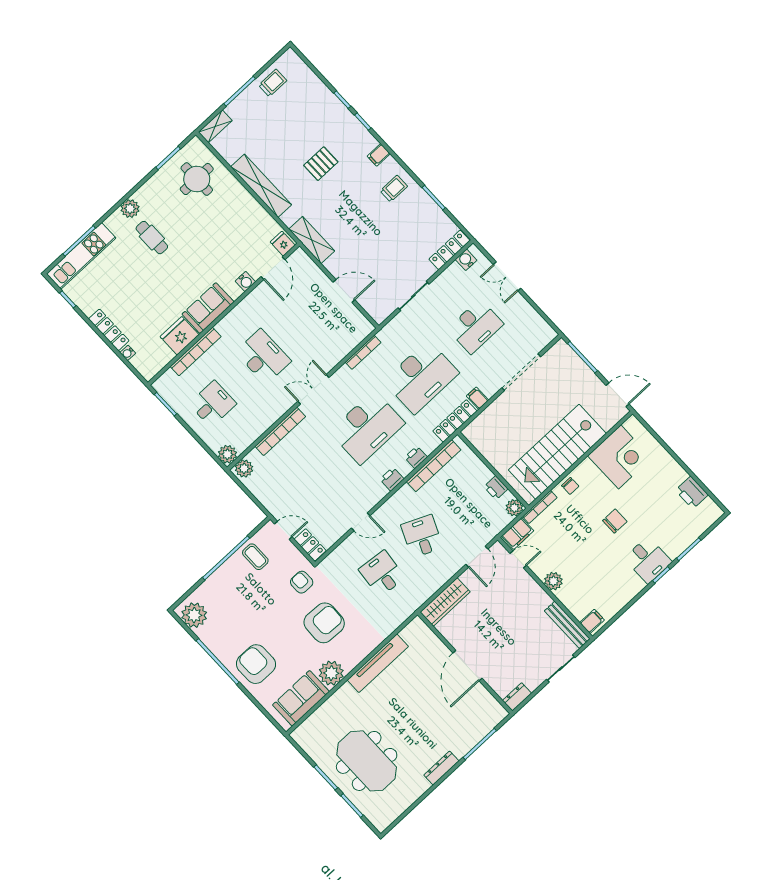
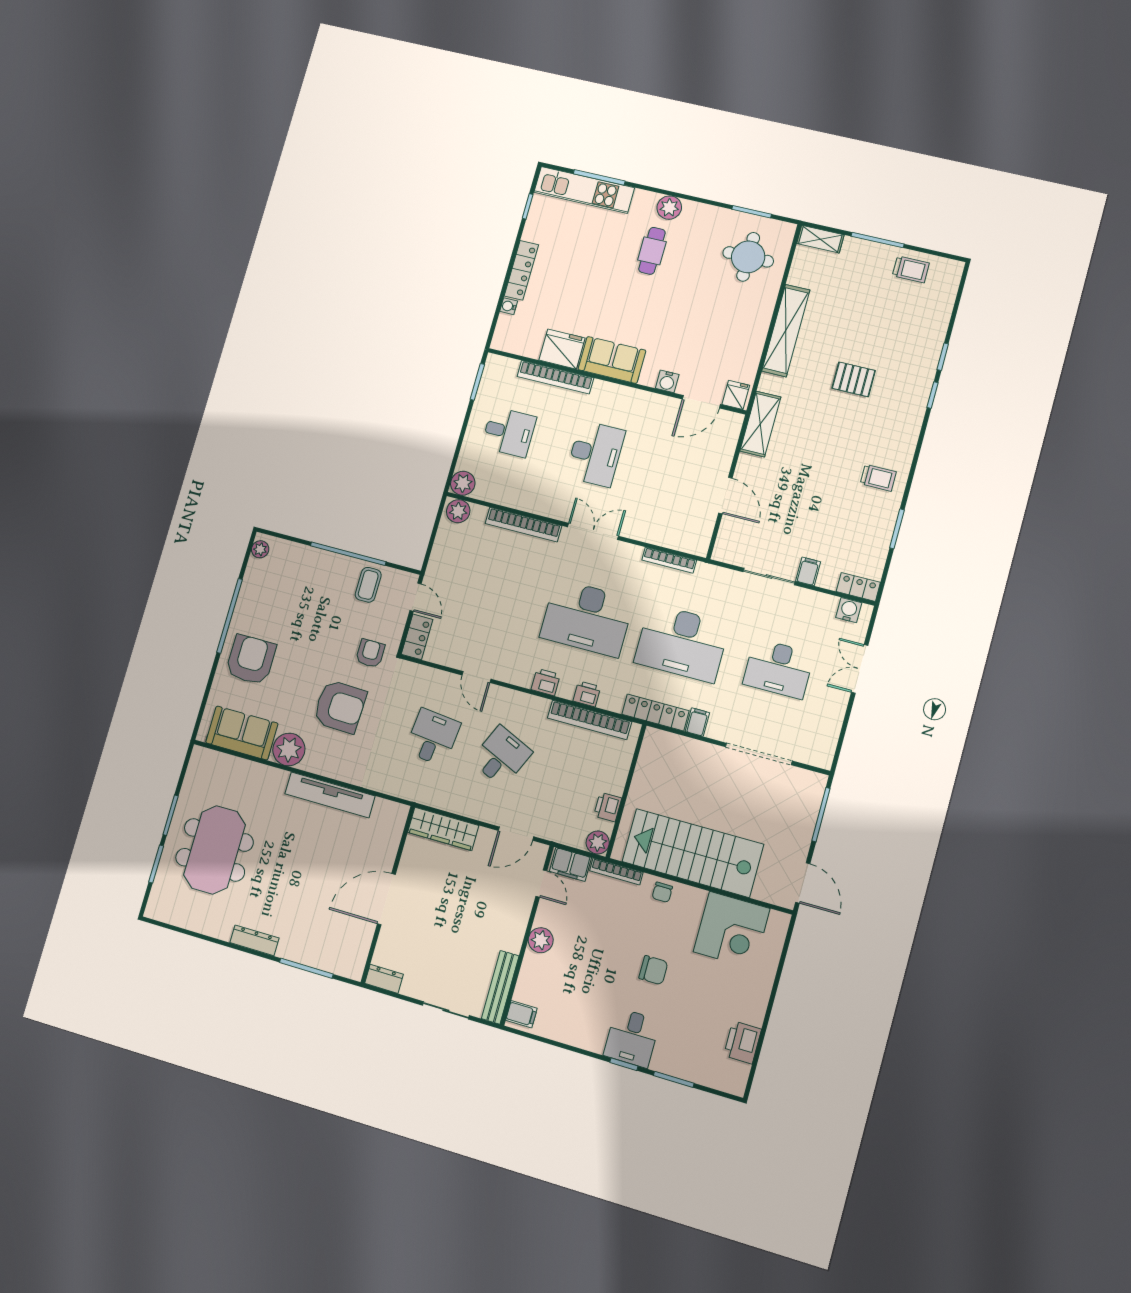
filing cabinet: (379, 155) -> (808, 571), moved, turned 90
locker: (450, 250) -> (858, 587), width x0.66
plant: (194, 615) -> (260, 549), width x0.53, depth x0.53

